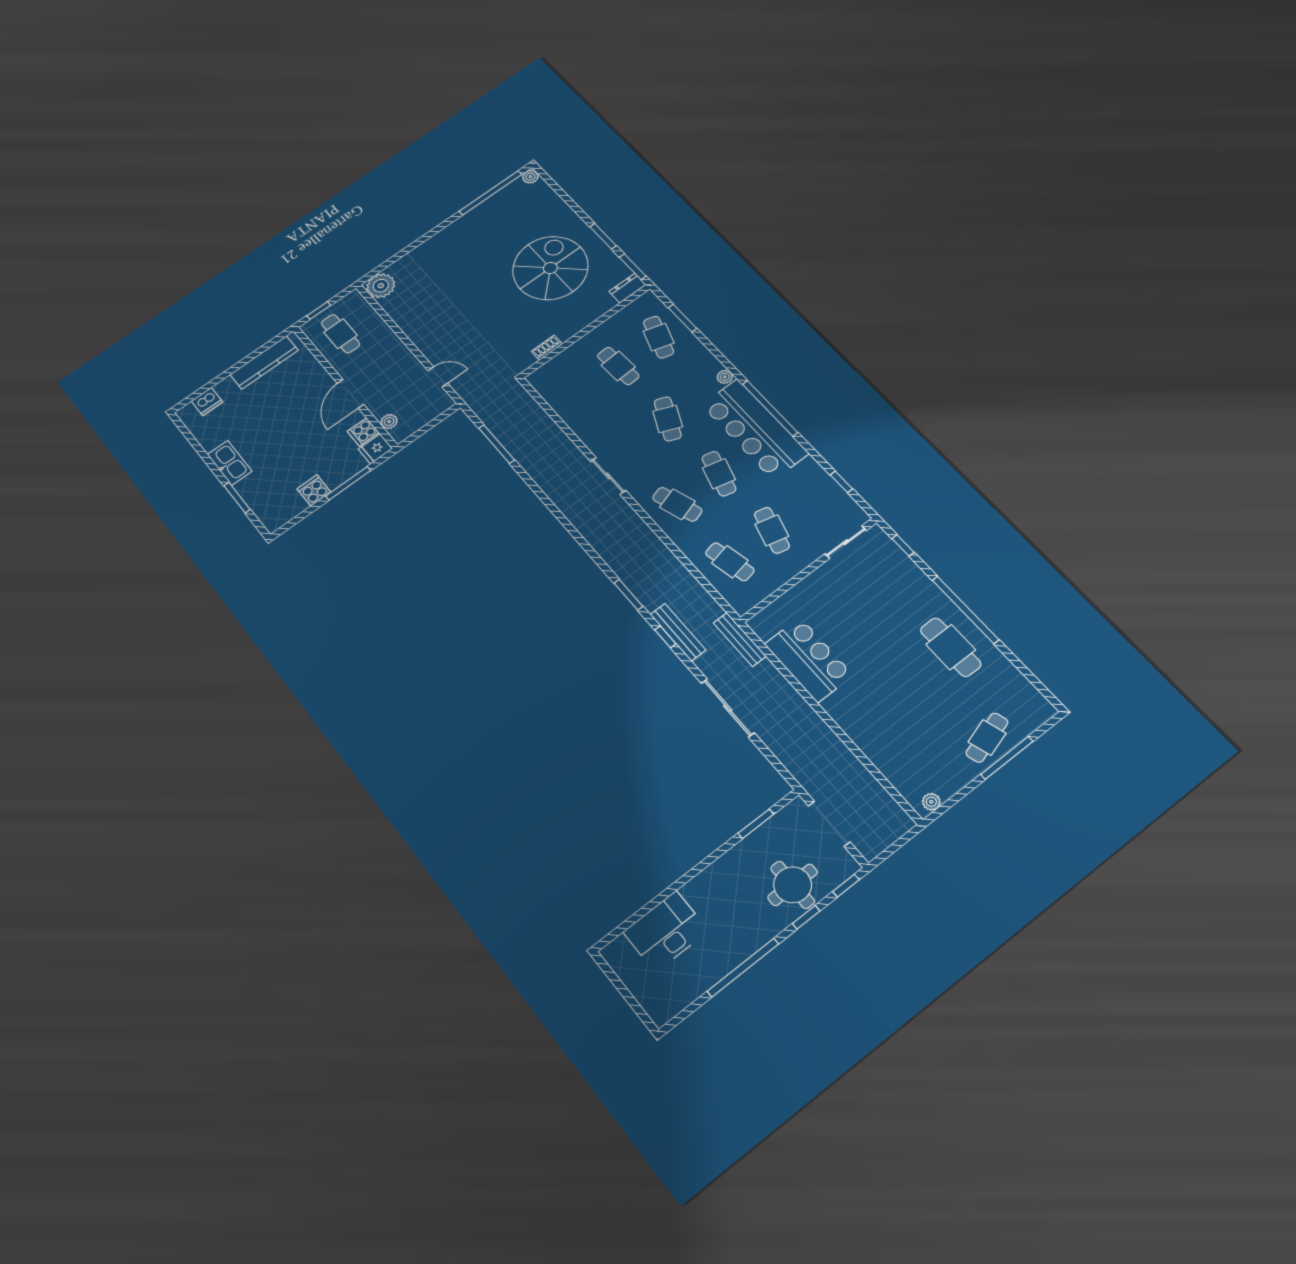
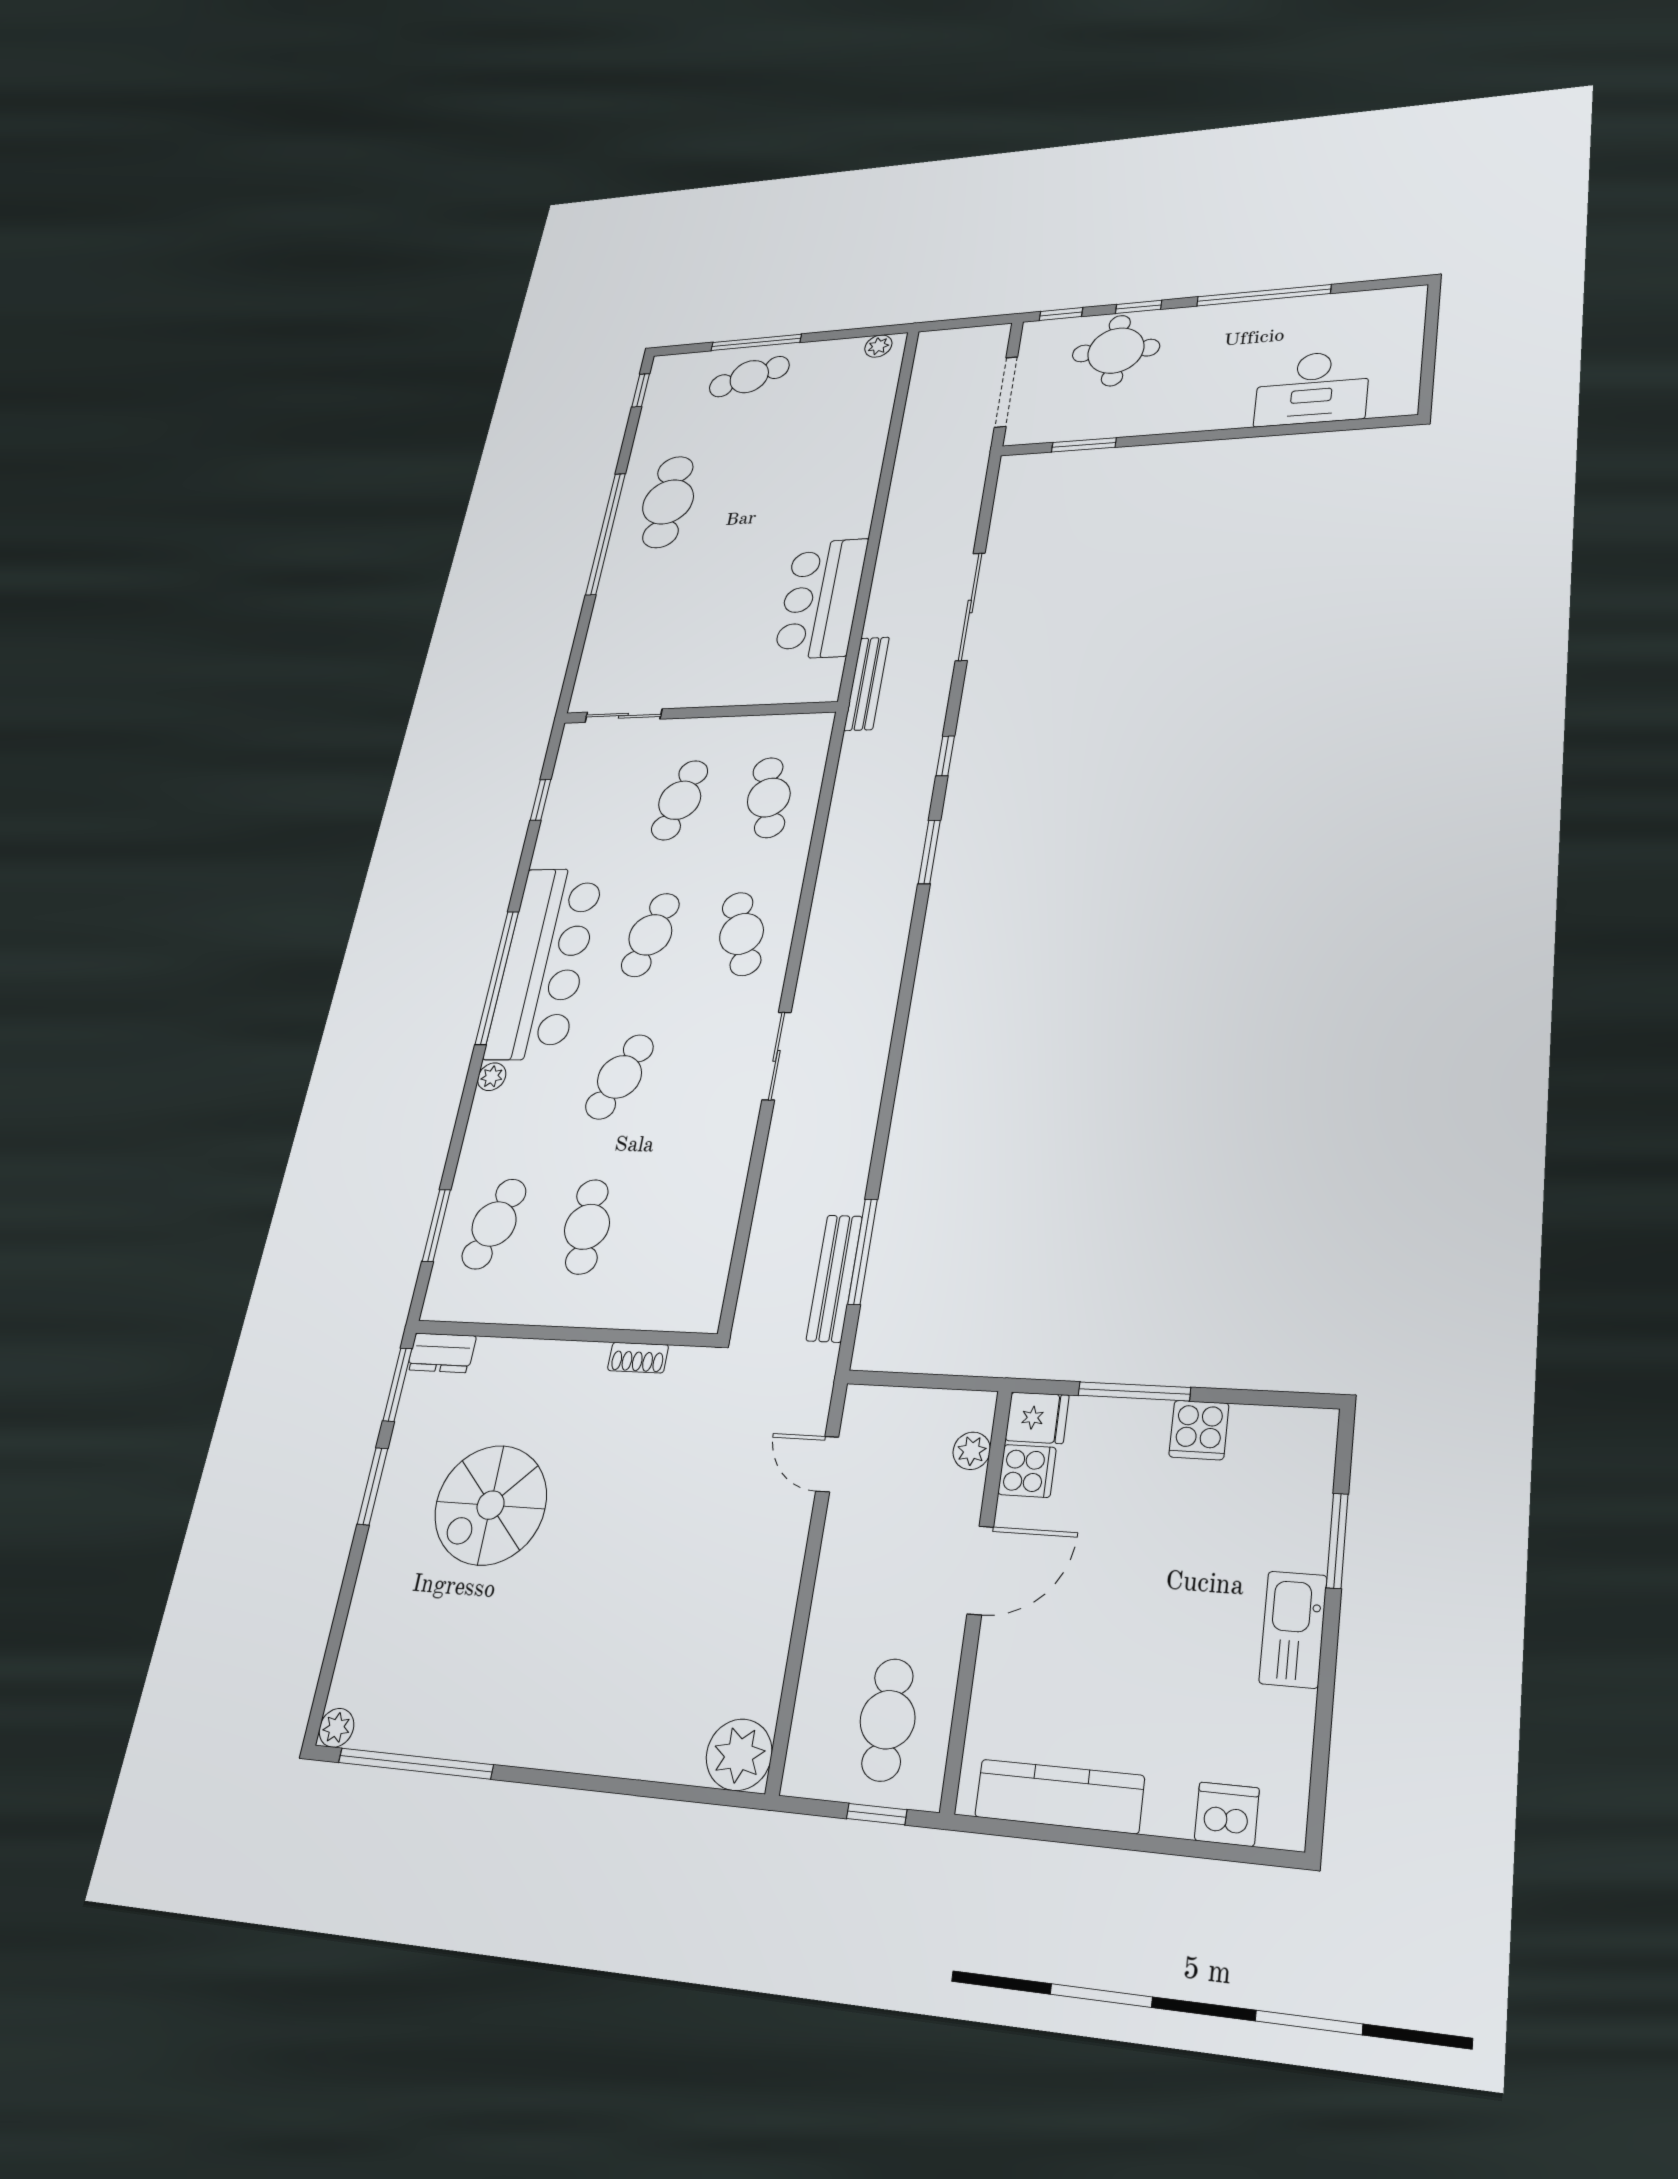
spiral stairs: (550, 268) -> (491, 1505), width x0.73, depth x0.73
window: (903, 545) -> (641, 390), moved
bench: (678, 632) -> (834, 1278), moved

